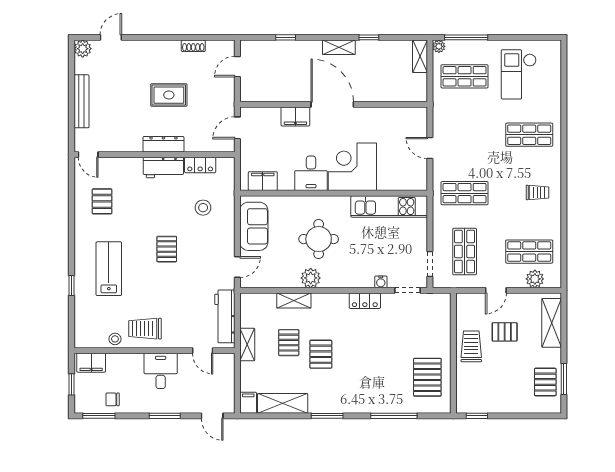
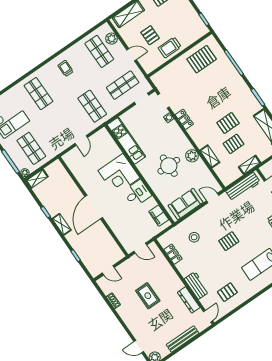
filing cabinet: (295, 117) -> (113, 222), removed
dresser: (163, 144) -> (189, 300), moved
workbench: (163, 168) -> (197, 285), moved

